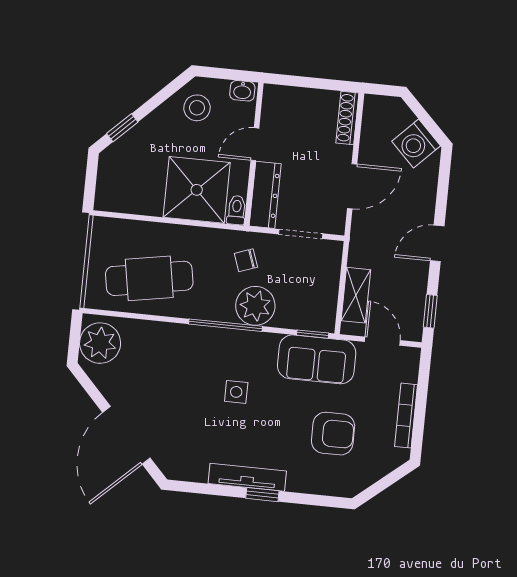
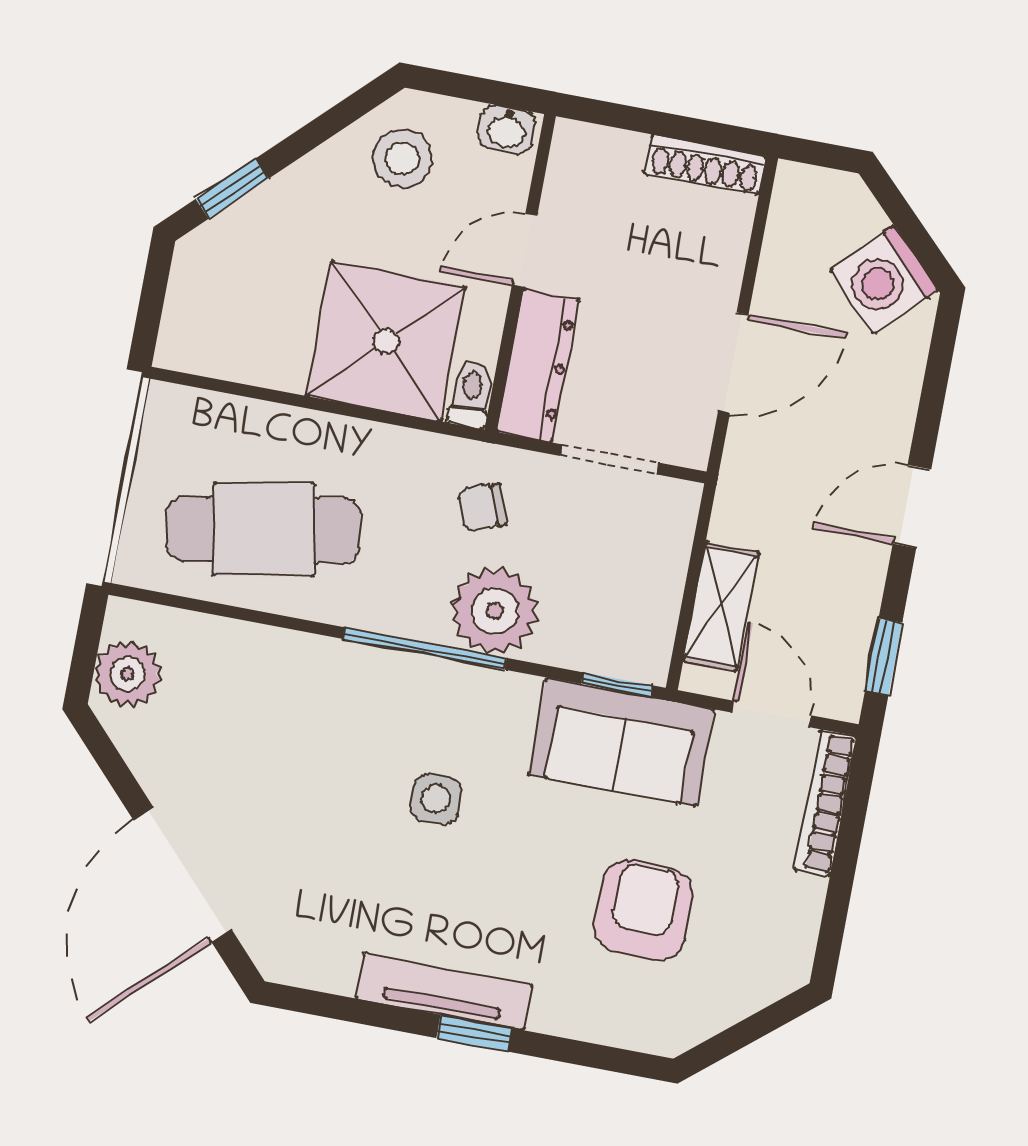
shoe rack: (347, 118) -> (705, 165), moved, turned -90
plant: (100, 343) -> (127, 674), width x0.73, depth x0.73
bookcase: (406, 416) -> (825, 803), moved
armchair: (333, 434) -> (643, 910), turned -90

